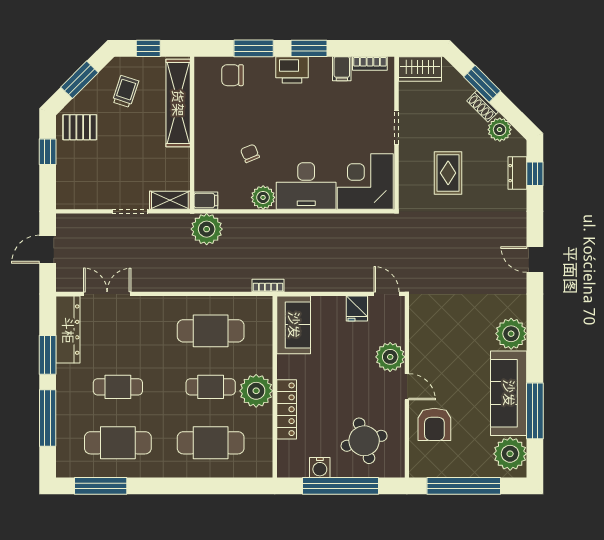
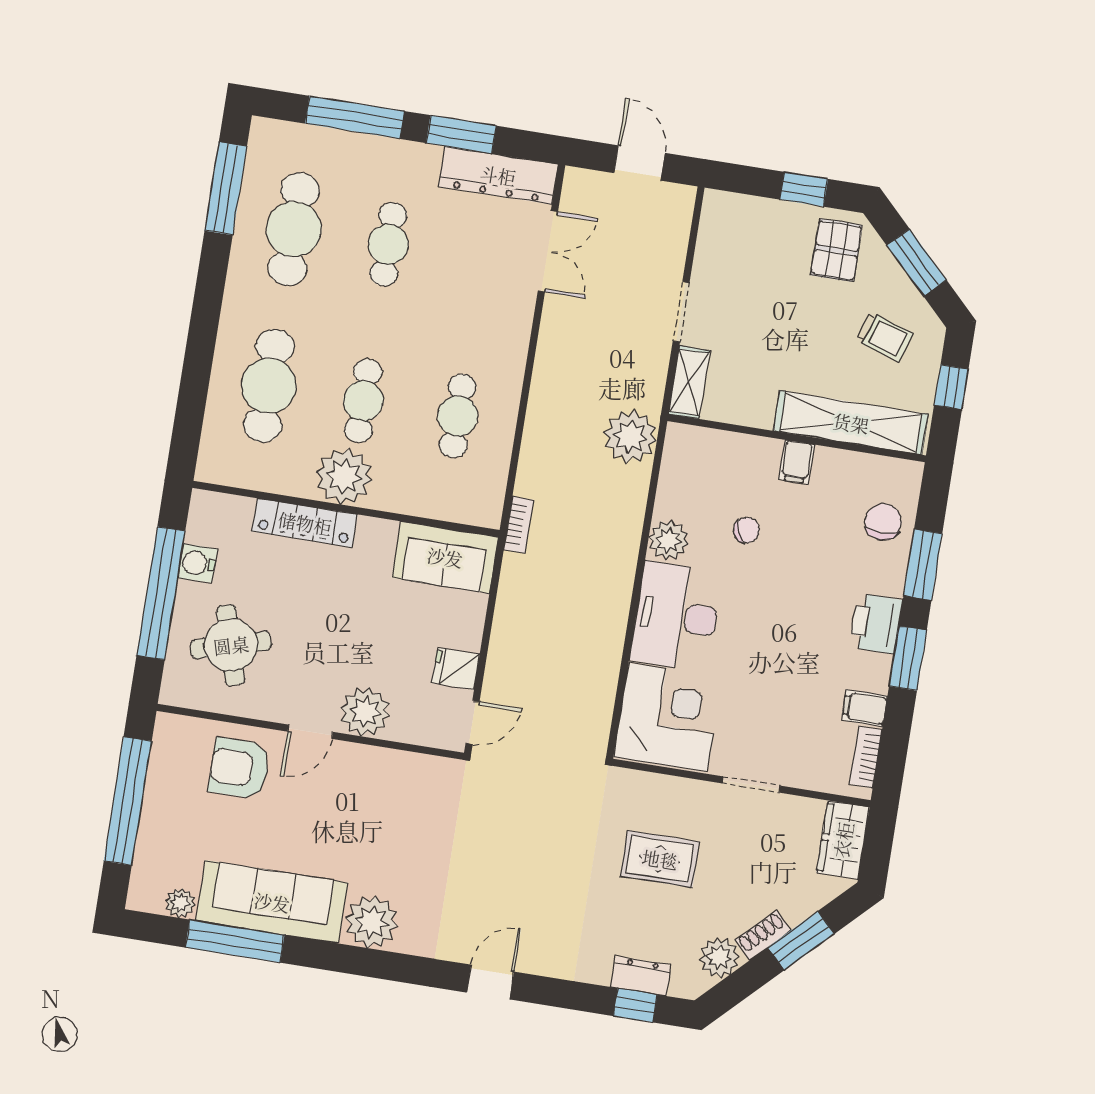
filing cabinet: (206, 201) -> (797, 462), moved
cafe table: (211, 331) -> (458, 416), width x0.73, depth x0.74
plant: (510, 454) -> (180, 903), width x0.53, depth x0.53

